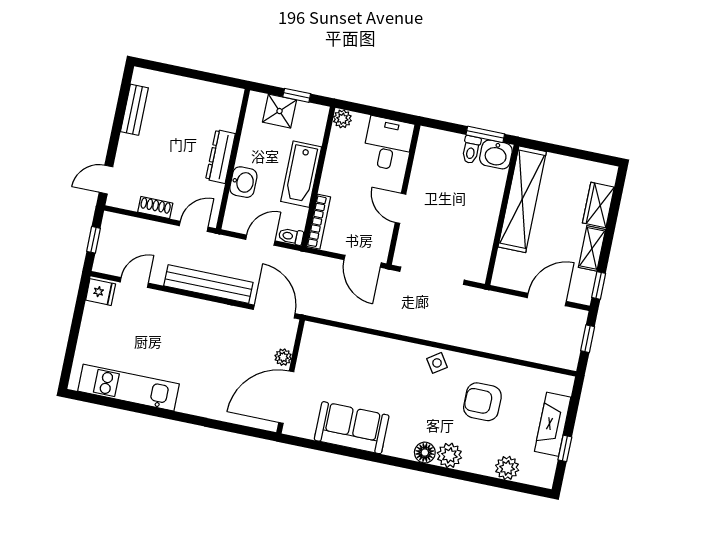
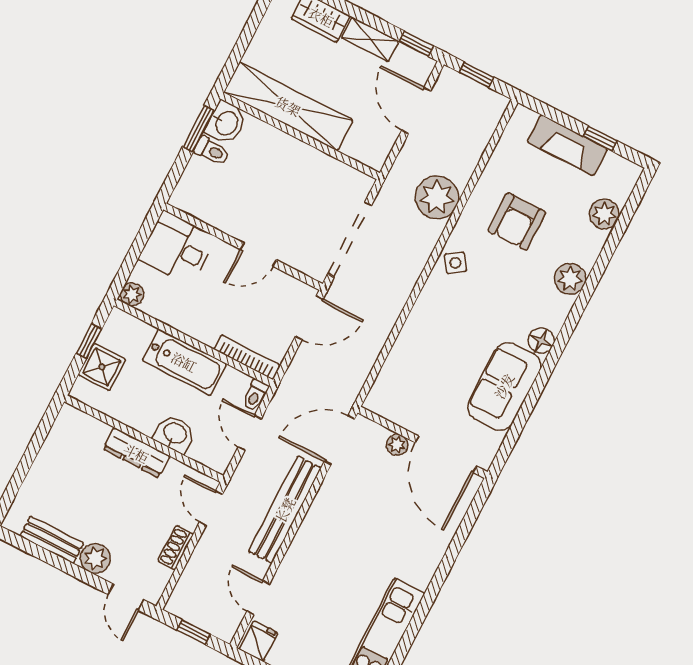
plant: (129, 147) -> (95, 558), added
plant: (484, 334) -> (437, 197), added
floor lamp: (425, 453) -> (541, 341), moved

